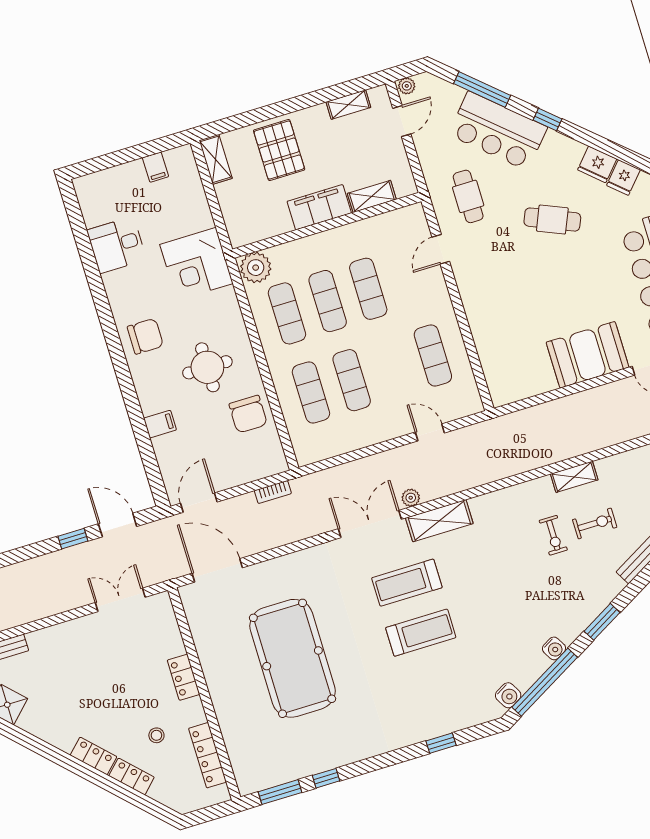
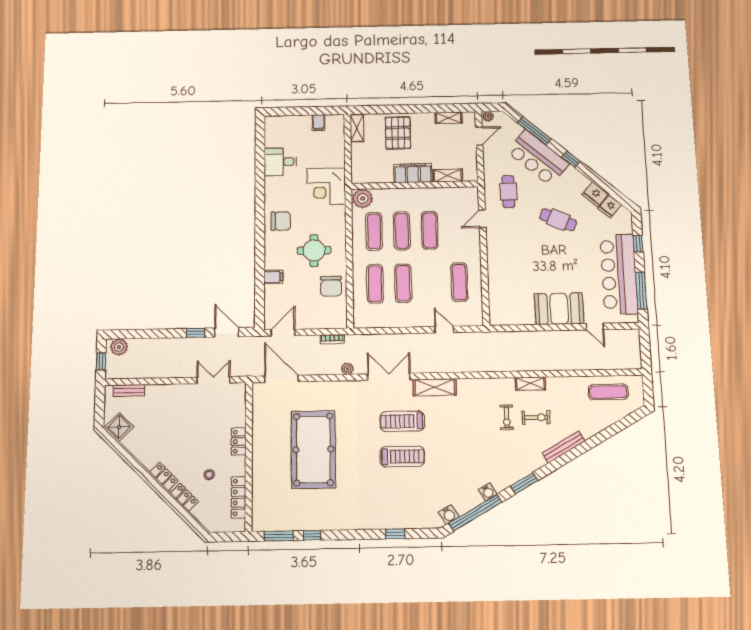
plant: (411, 498) -> (347, 369), moved

